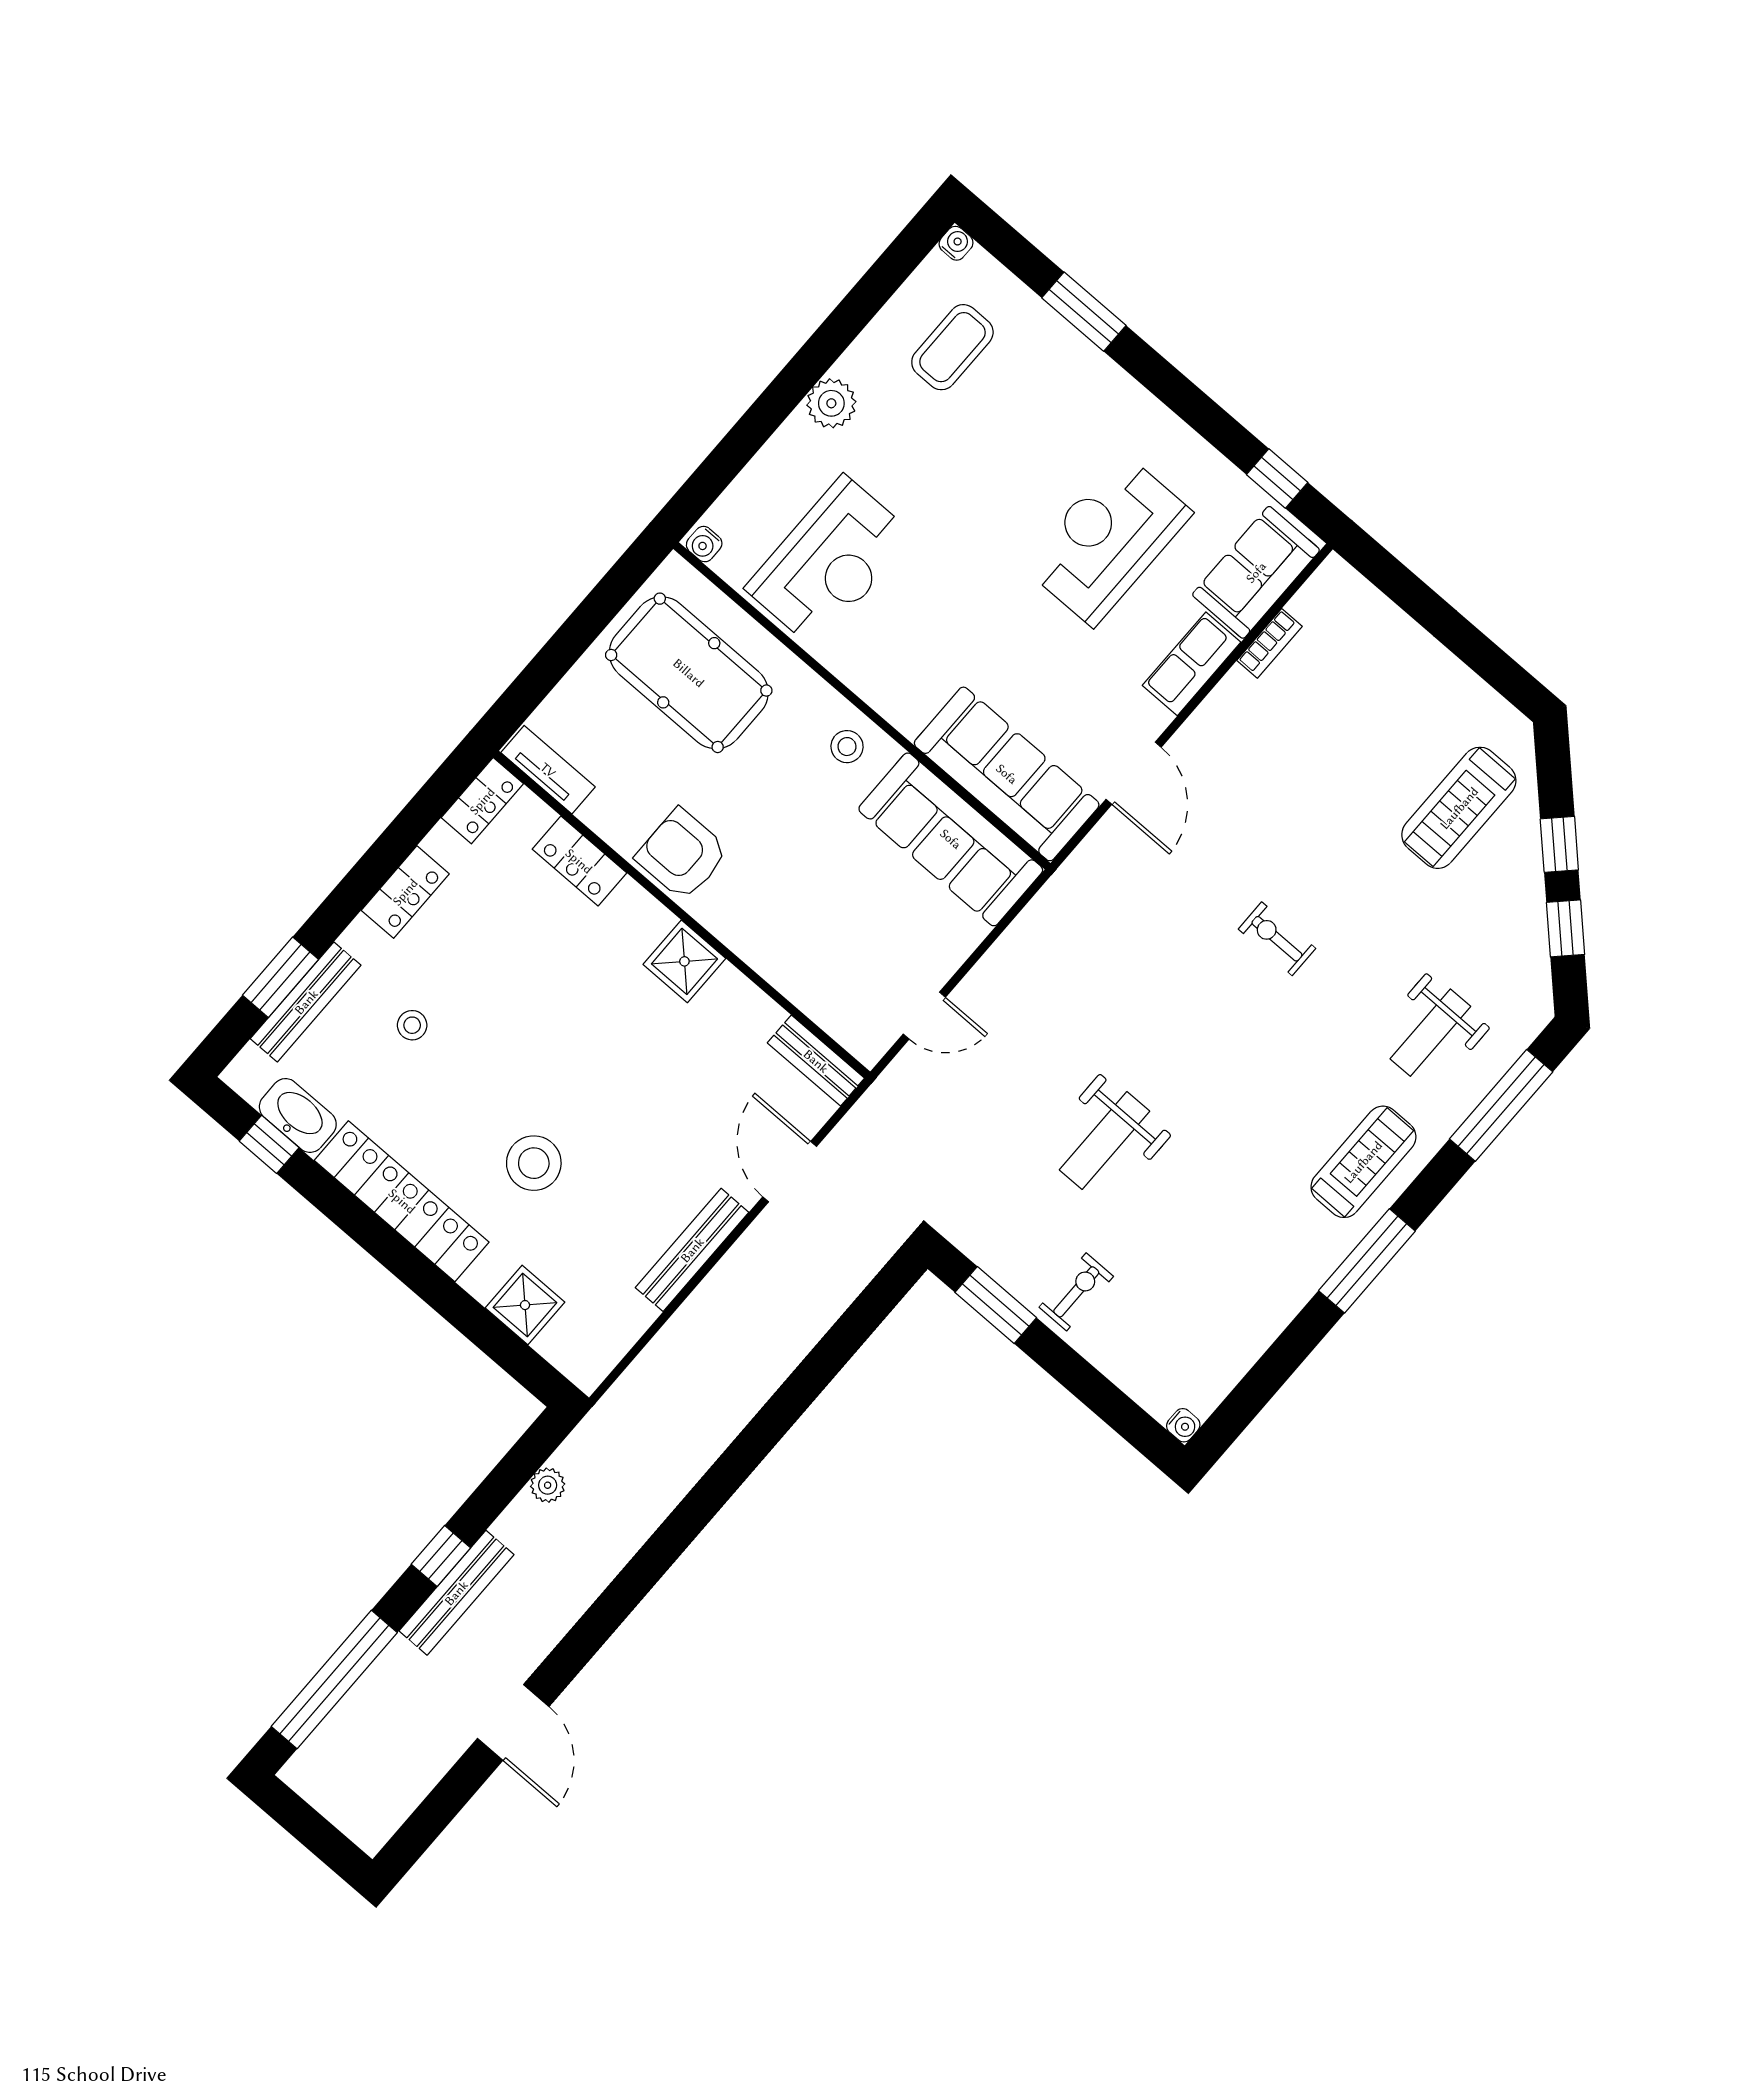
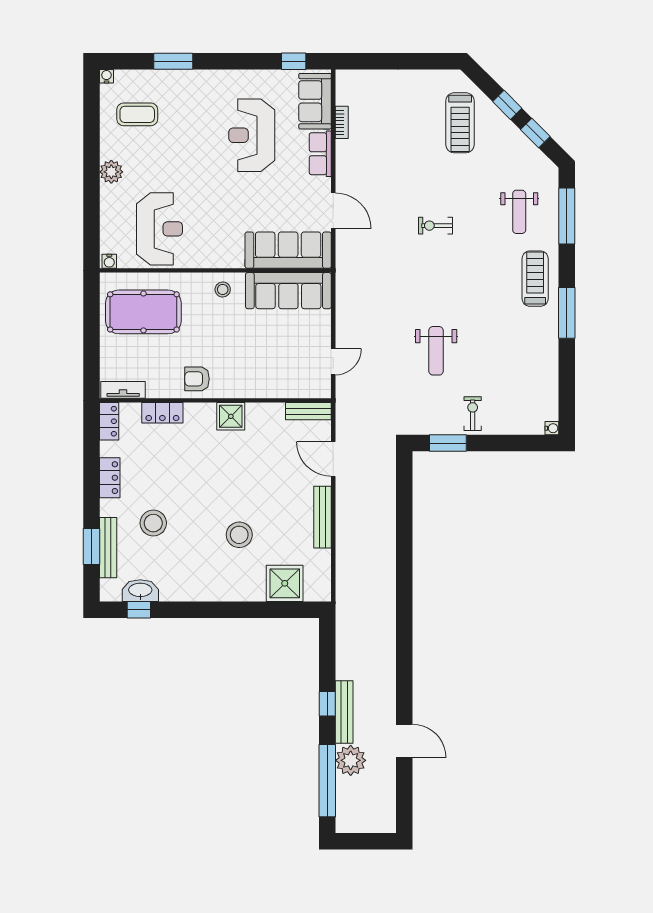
coffee table: (952, 347) -> (137, 114), turned 90
armchair: (682, 854) -> (197, 379), width x0.72, depth x0.72
stool: (412, 1025) -> (153, 523), width x1.89, depth x1.89
locker: (402, 1201) -> (204, 589), removed
shower: (525, 1305) -> (285, 583), width x1.36, depth x1.36
plant: (548, 1485) -> (351, 760), moved, width x1.88, depth x1.88

